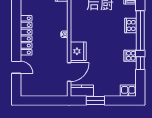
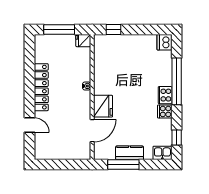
cooker: (130, 26) -> (165, 95), moved
window: (140, 63) -> (177, 137), moved
kitchen counter: (82, 91) -> (130, 153), moved
window: (95, 100) -> (123, 165), width x1.44

